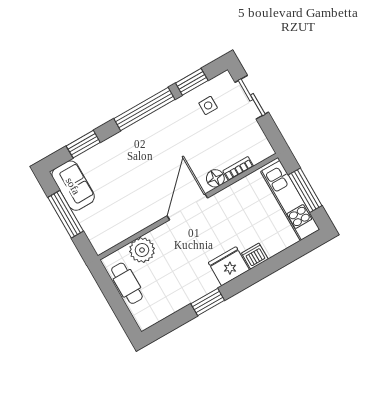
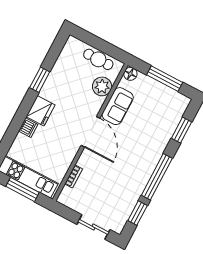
side table: (208, 105) -> (118, 204), removed
floor lamp: (215, 178) -> (130, 74), moved
sofa: (73, 186) -> (118, 106), moved, turned -90

